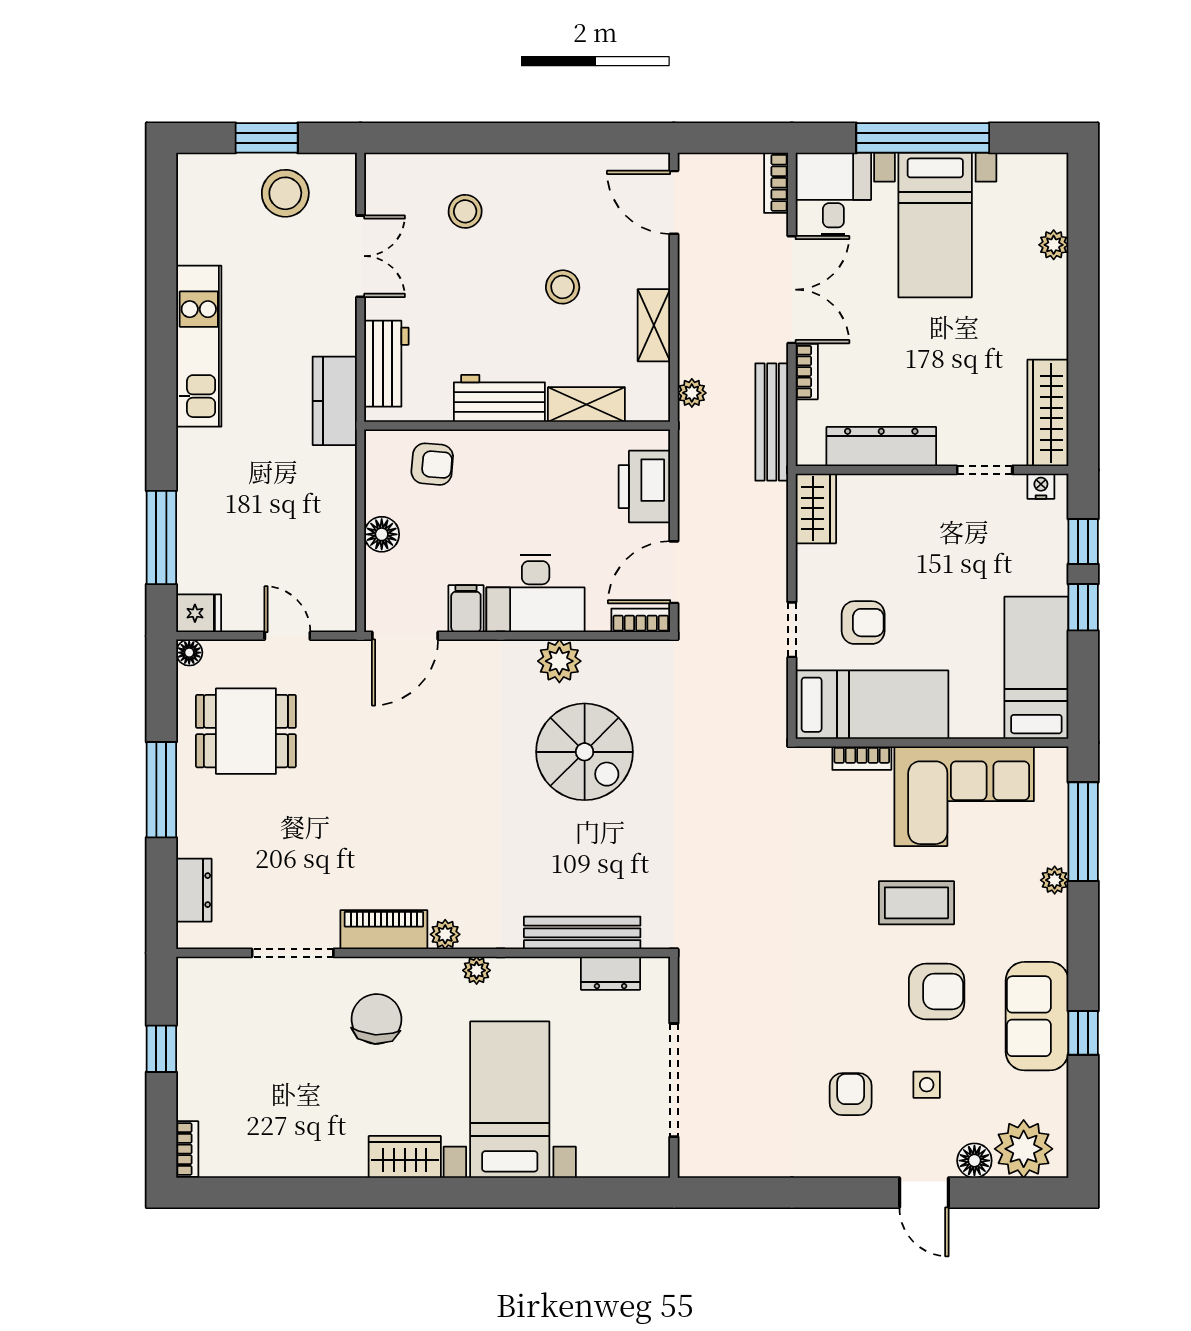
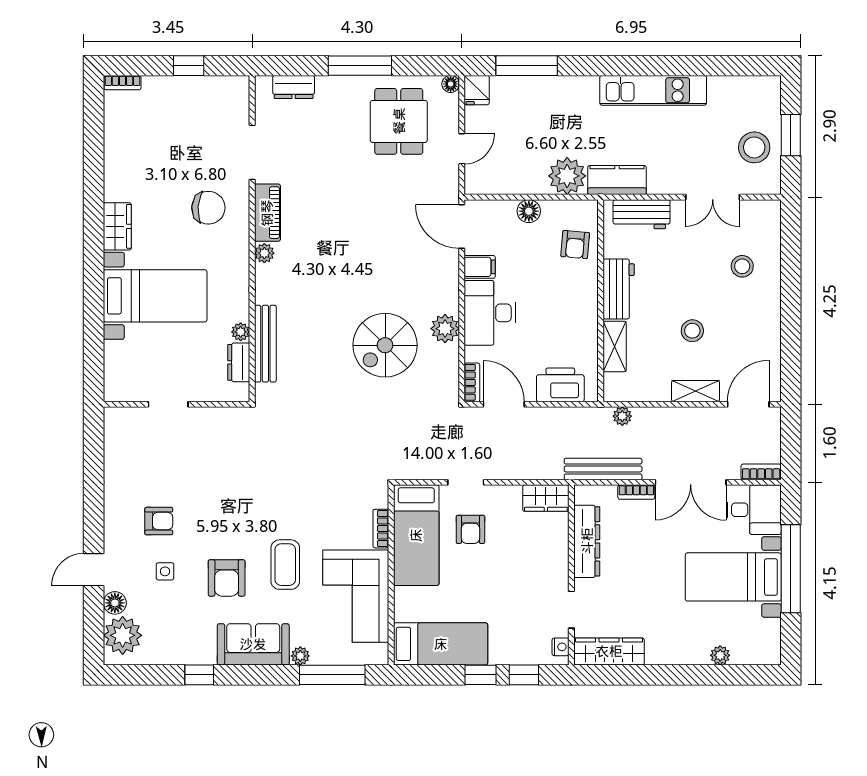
shelving: (654, 325) -> (696, 391), moved
plant: (328, 476) -> (567, 176), added
plant: (477, 970) -> (241, 332), moved
sofa: (1037, 1016) -> (253, 644), moved
doorway: (674, 1080) -> (168, 404), width x0.53

